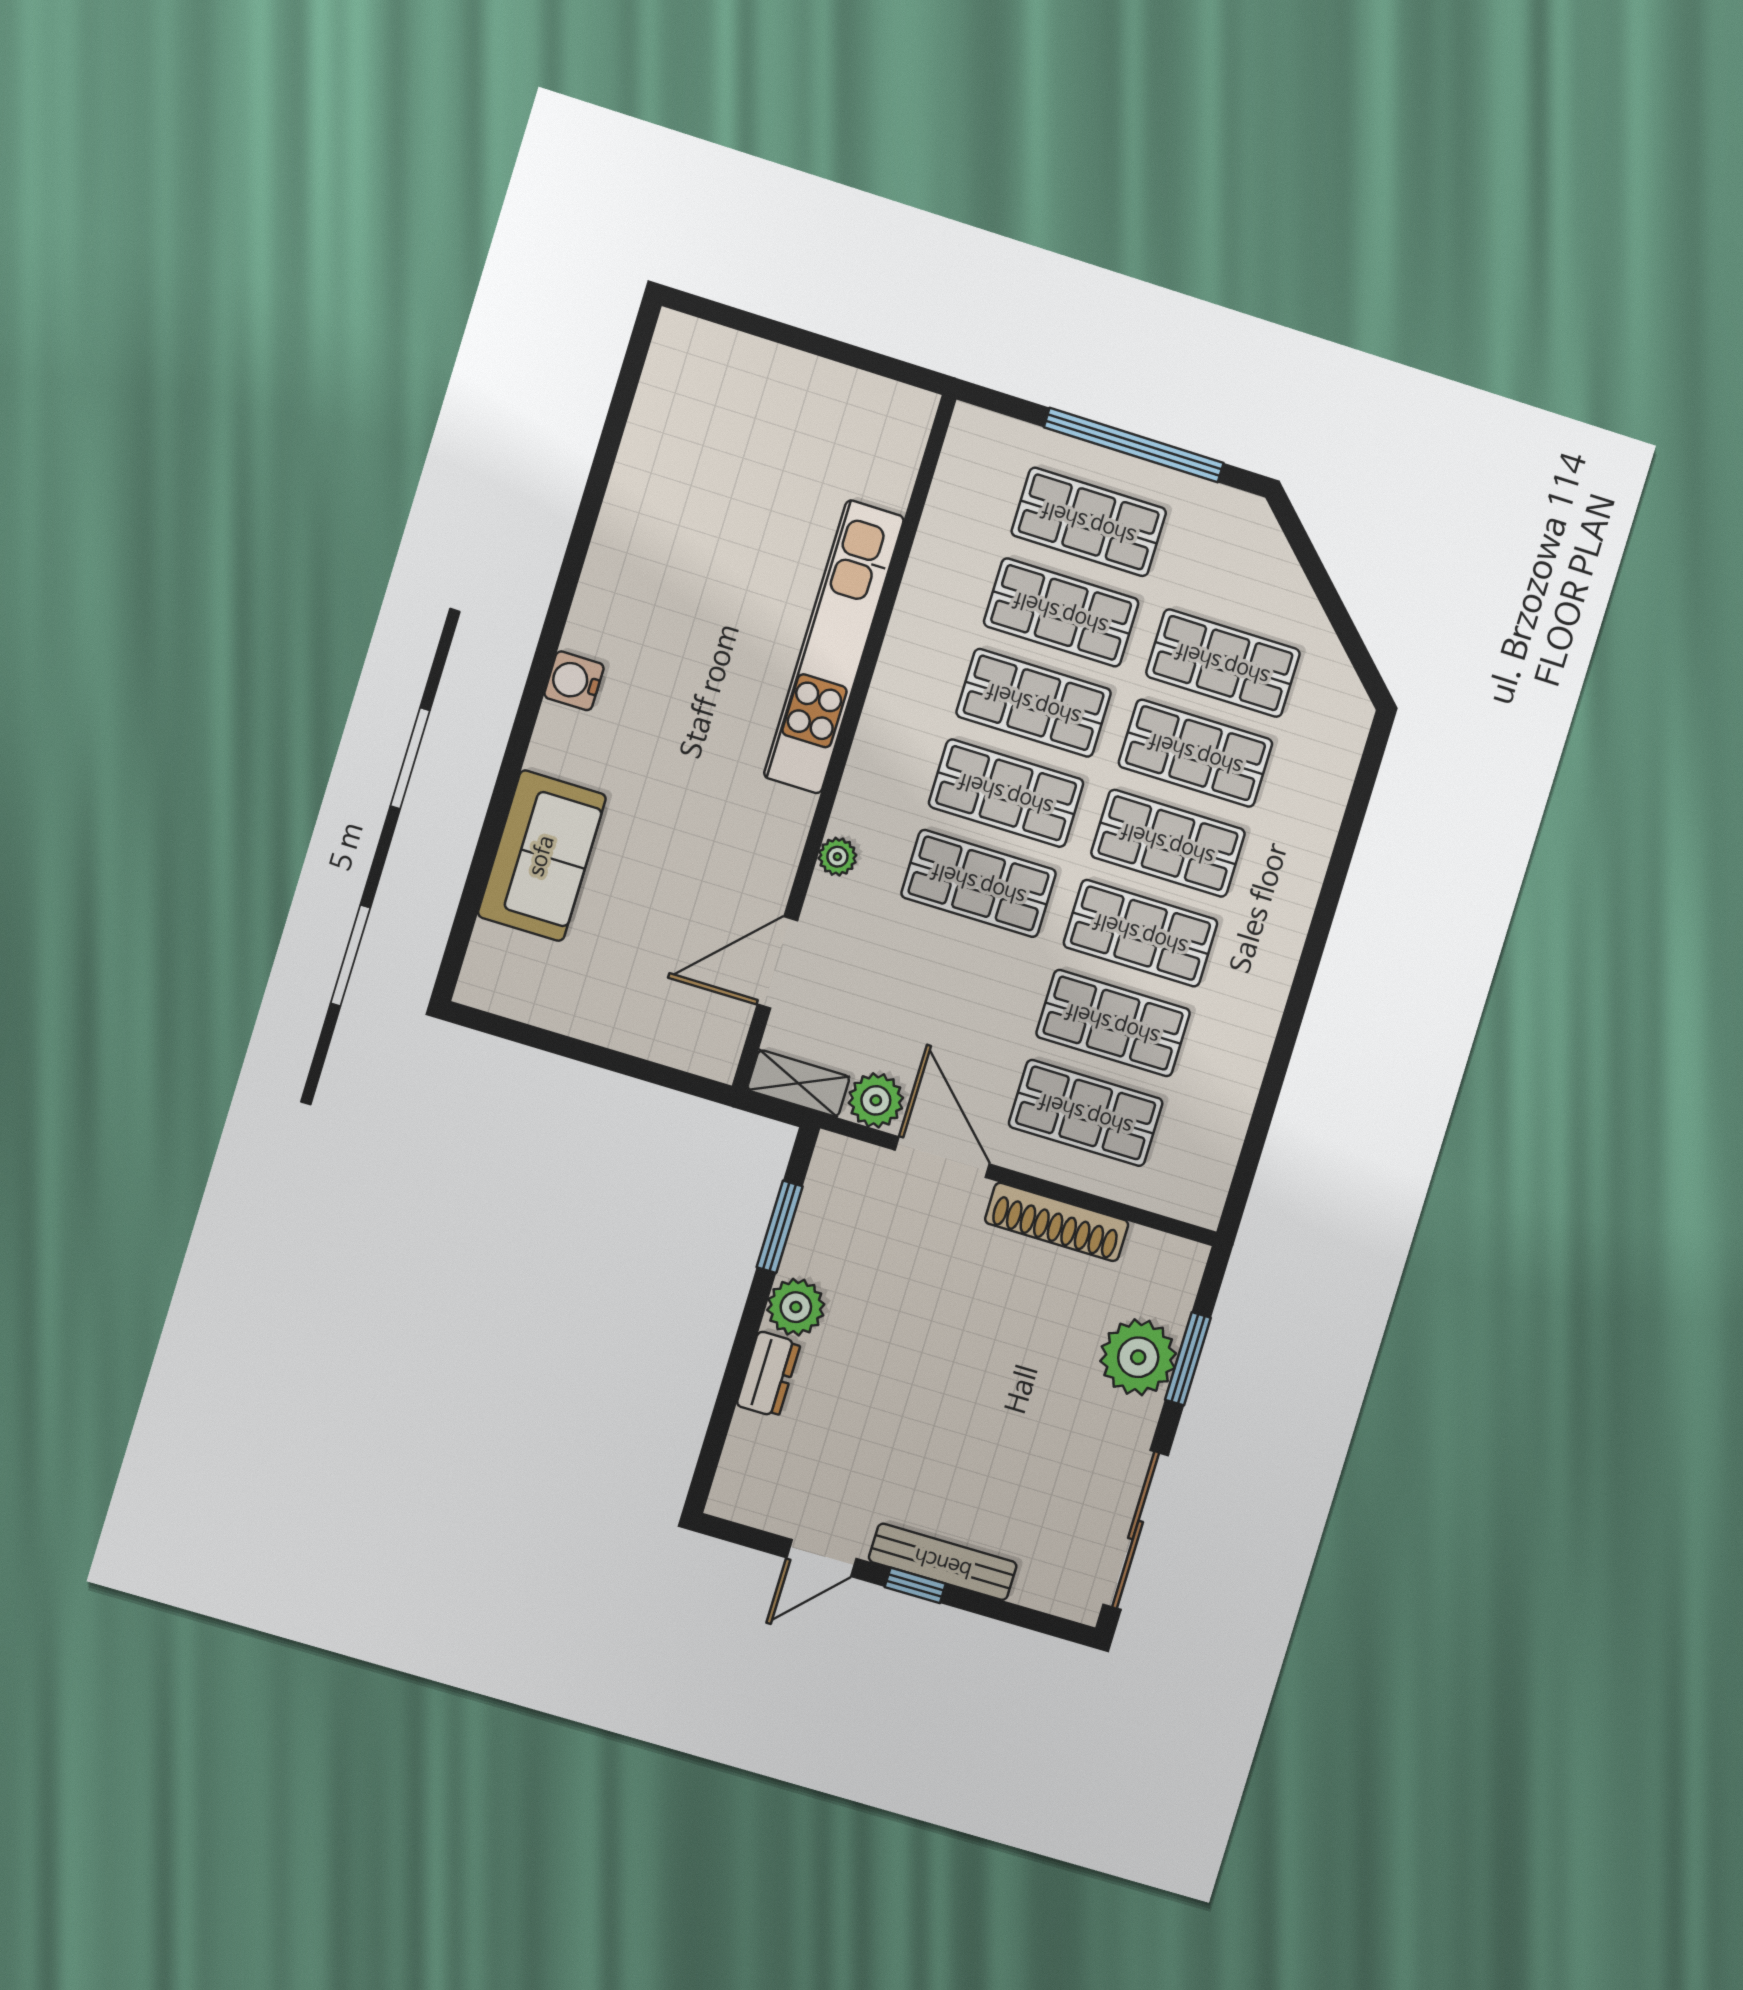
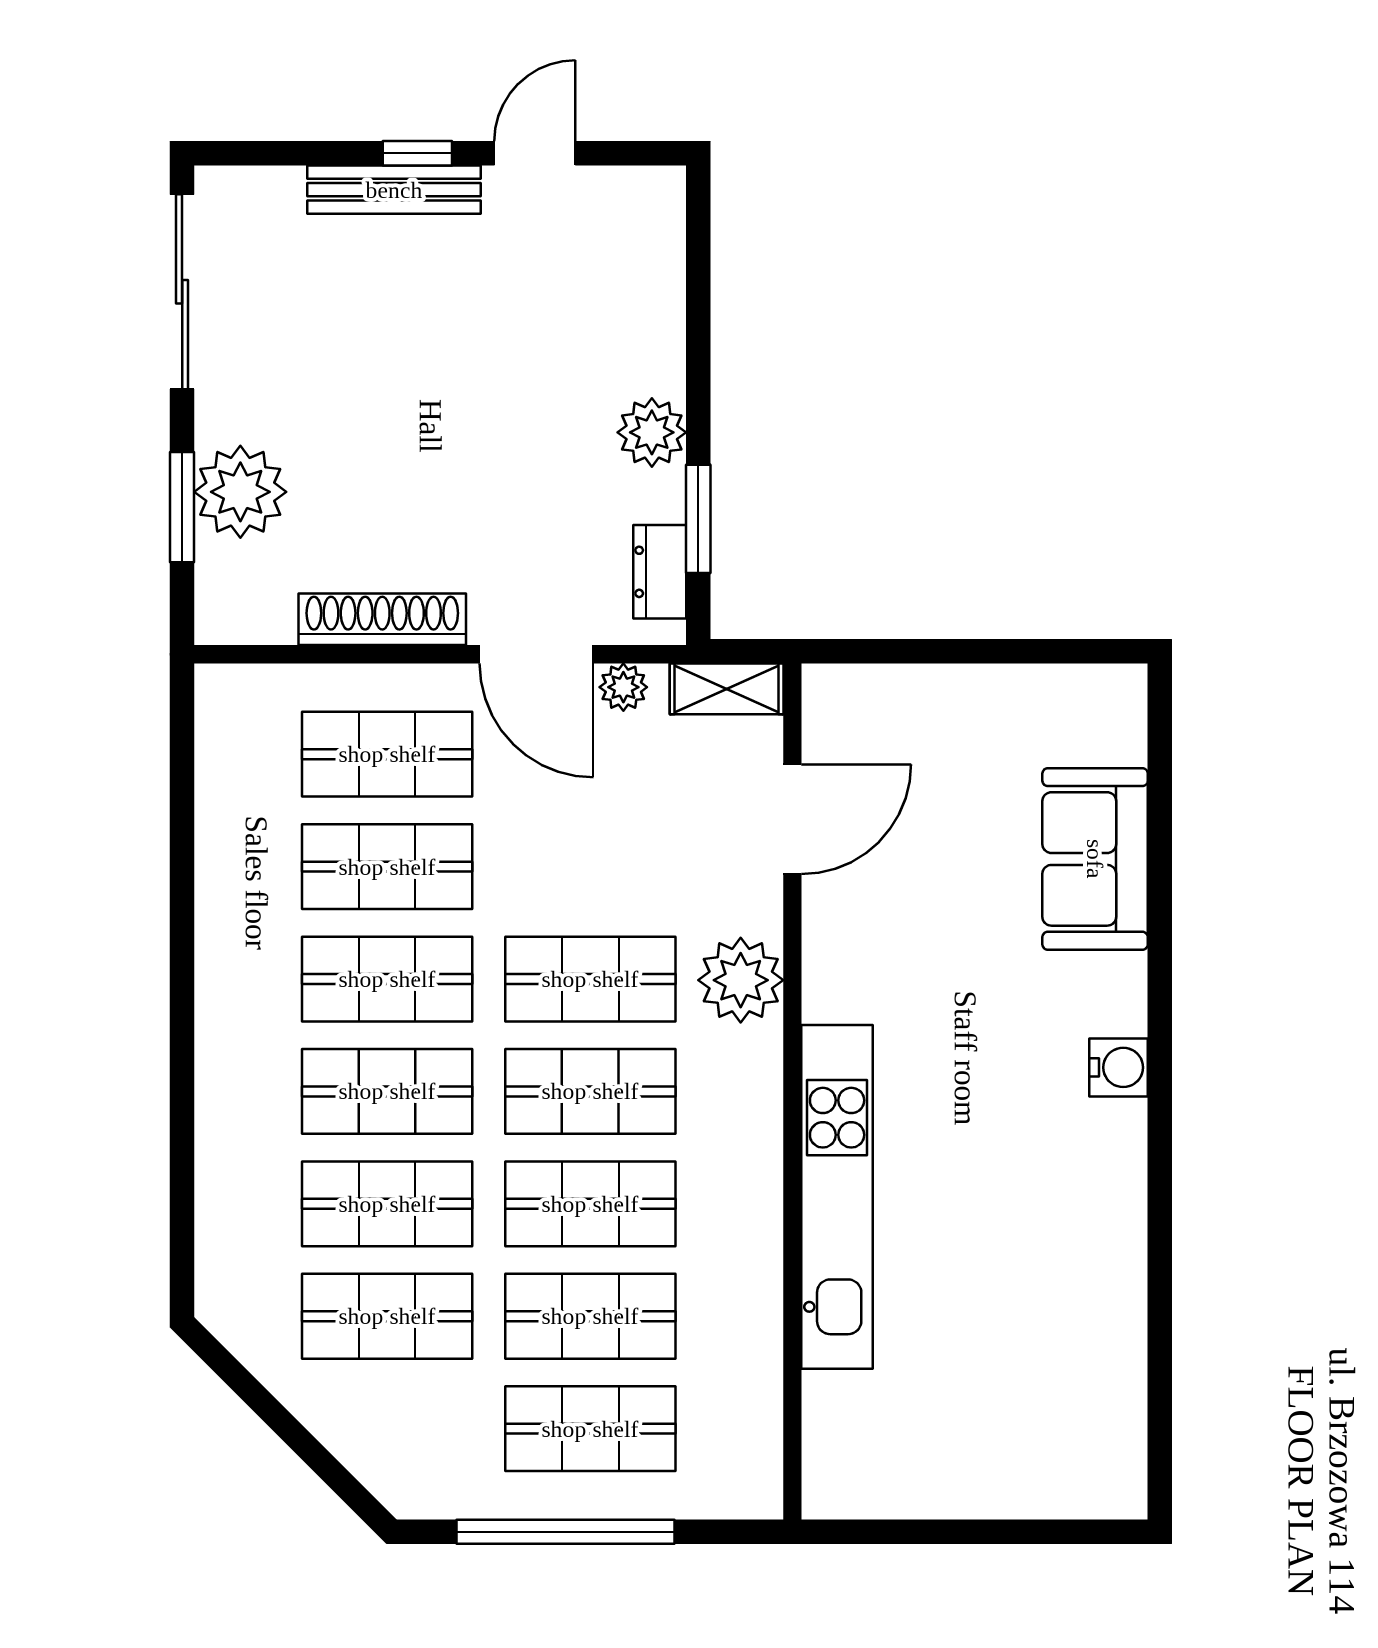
plant: (837, 857) -> (741, 980), width x1.88, depth x1.88
plant: (876, 1100) -> (623, 687), width x0.73, depth x0.73
dresser: (768, 1374) -> (660, 572), moved

